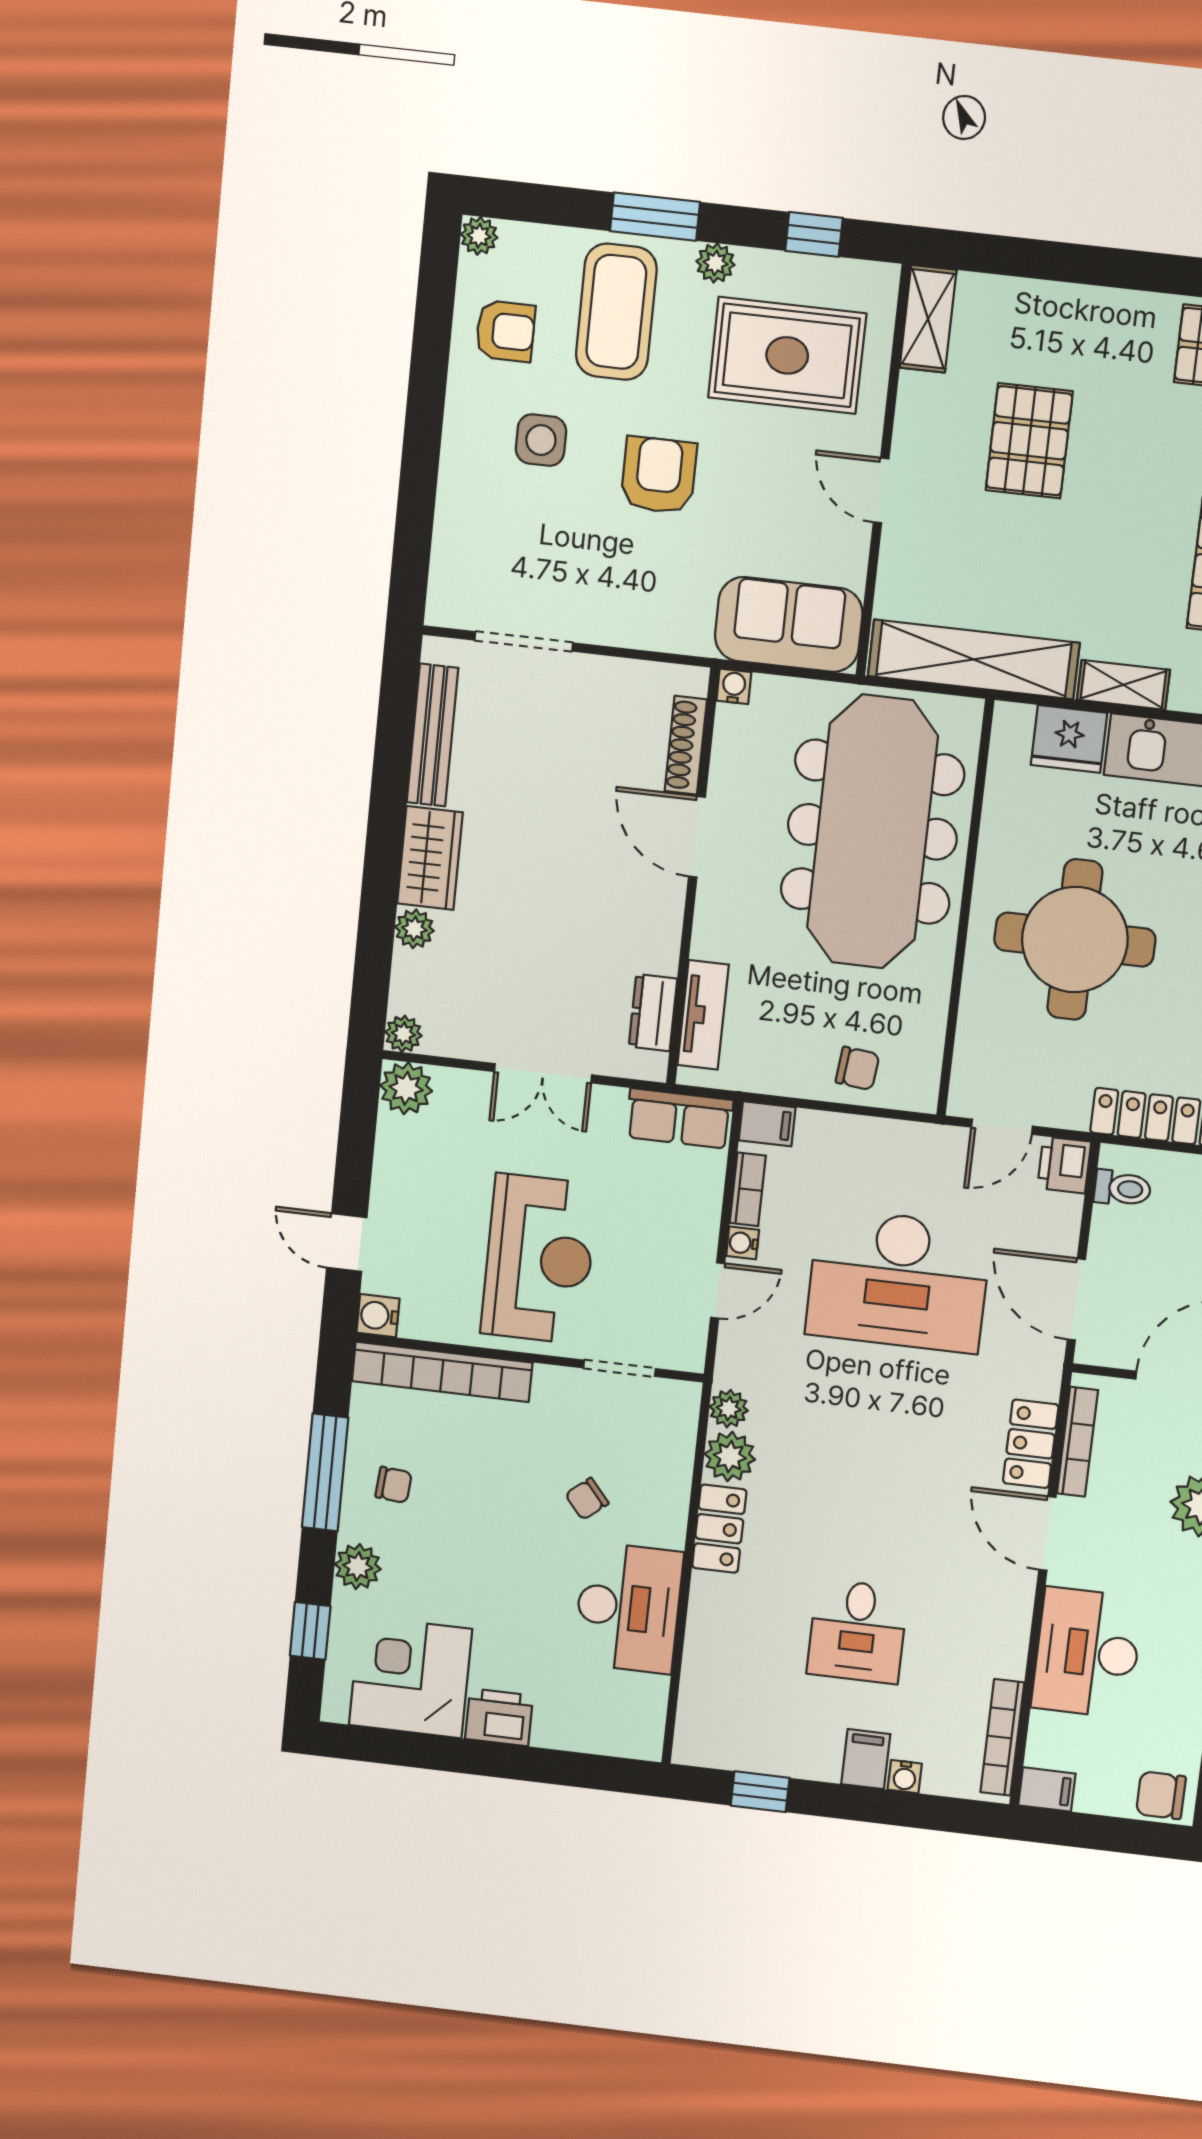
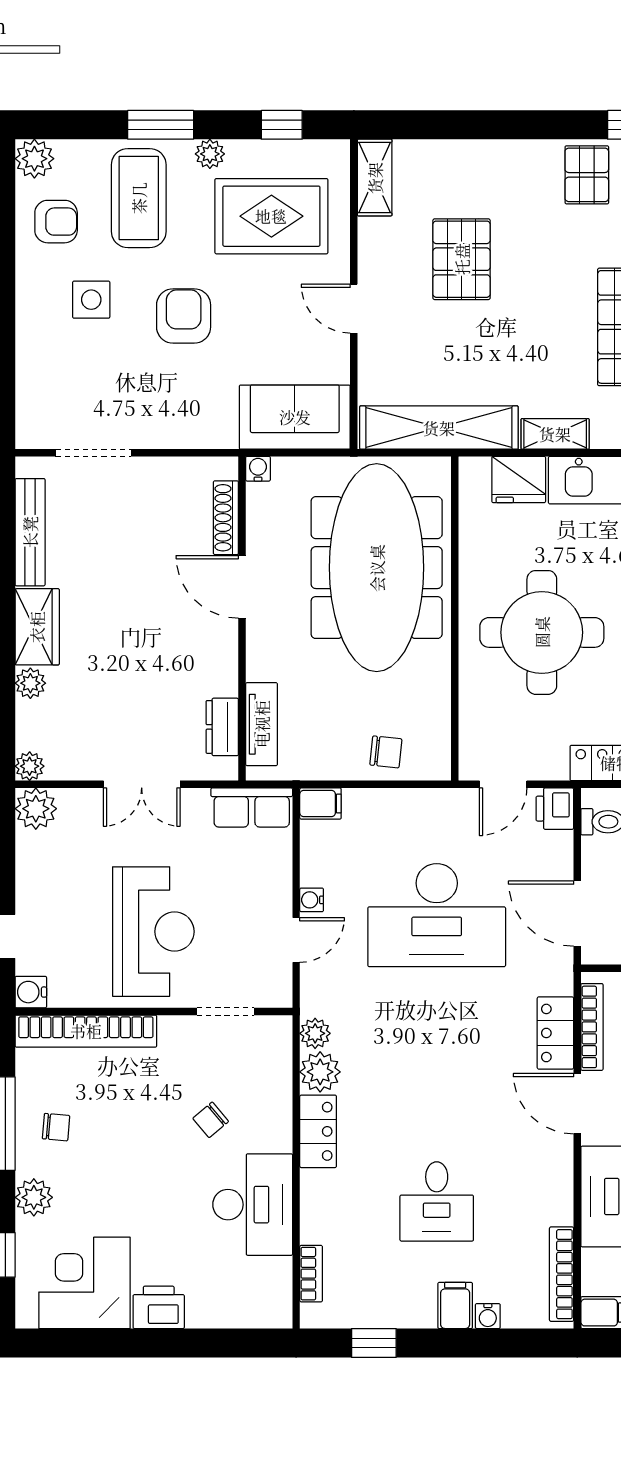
plant: (479, 236) -> (34, 159), width x1.38, depth x1.38
bookcase: (748, 1189) -> (311, 1274), moved

